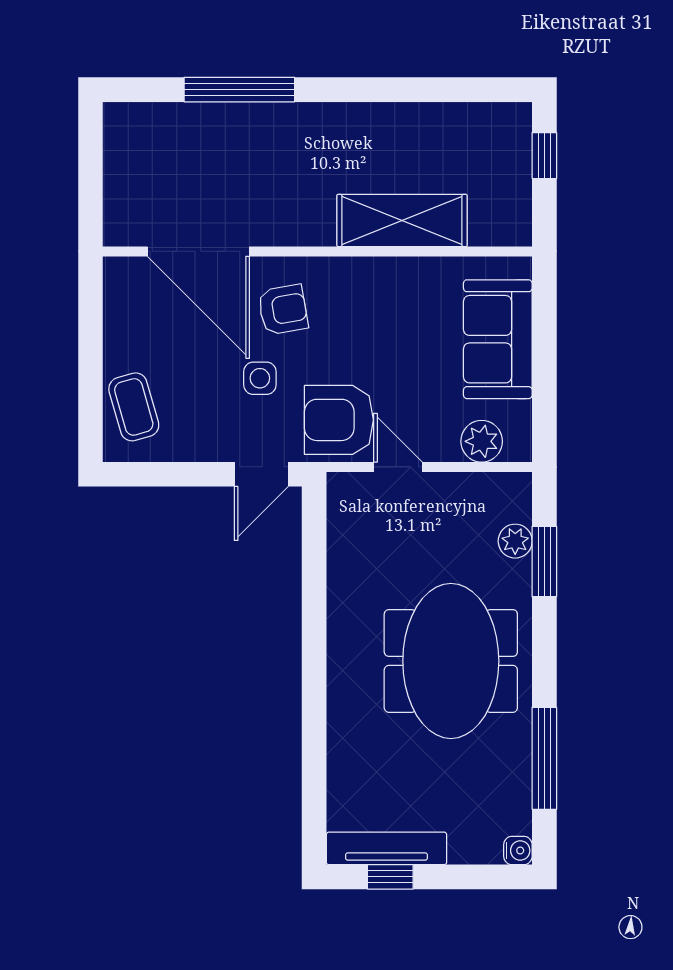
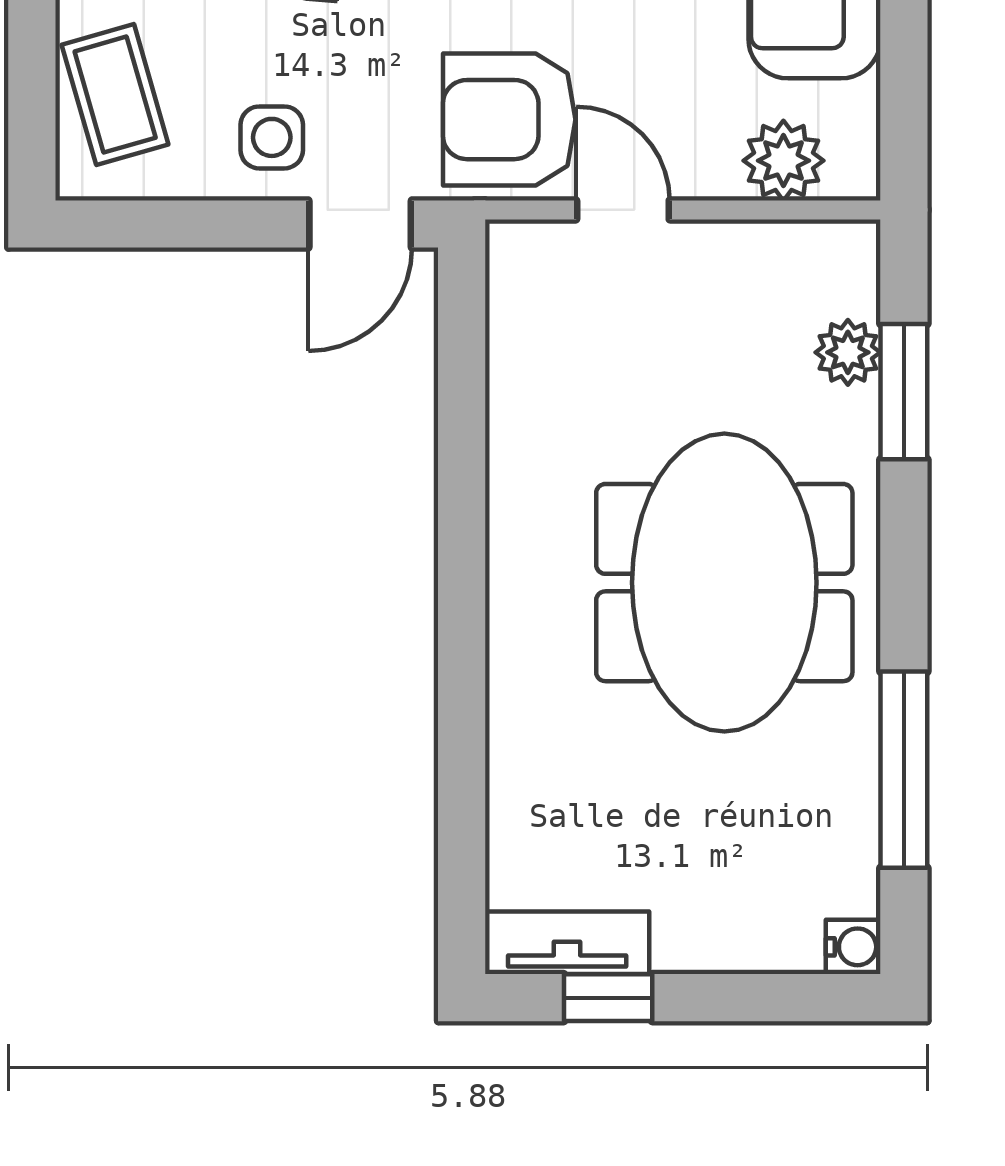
side table: (260, 378) -> (272, 137), moved
tv unit: (387, 848) -> (567, 943), width x0.71

